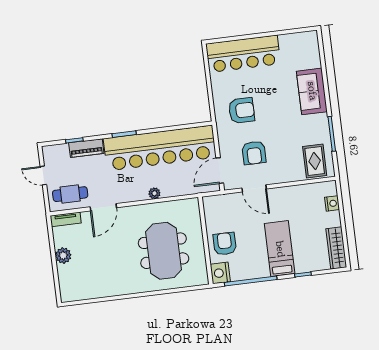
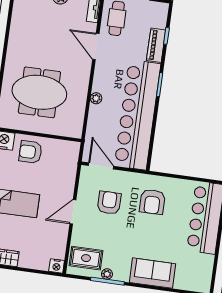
plant: (325, 136) -> (107, 274), added
armchair: (254, 153) -> (109, 203), turned 90
door: (254, 188) -> (73, 212), moved
nightstand: (332, 203) -> (57, 266), moved
armchair: (225, 244) -> (30, 152), turned 180

